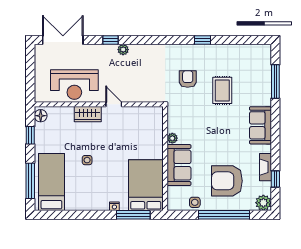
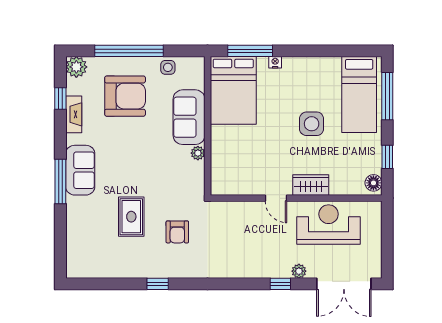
plant: (123, 50) -> (299, 271), moved
window: (275, 82) -> (60, 182), moved
side table: (87, 160) -> (312, 124), width x1.87, depth x1.87

